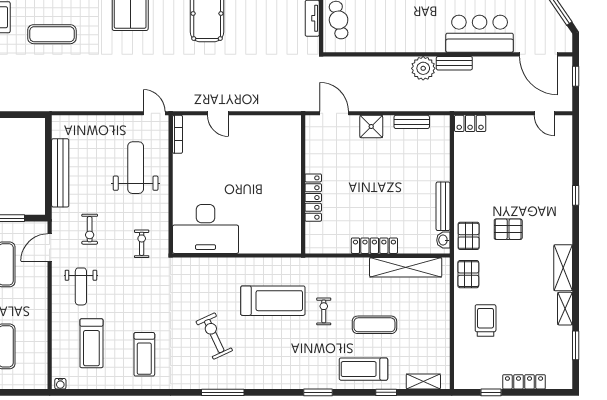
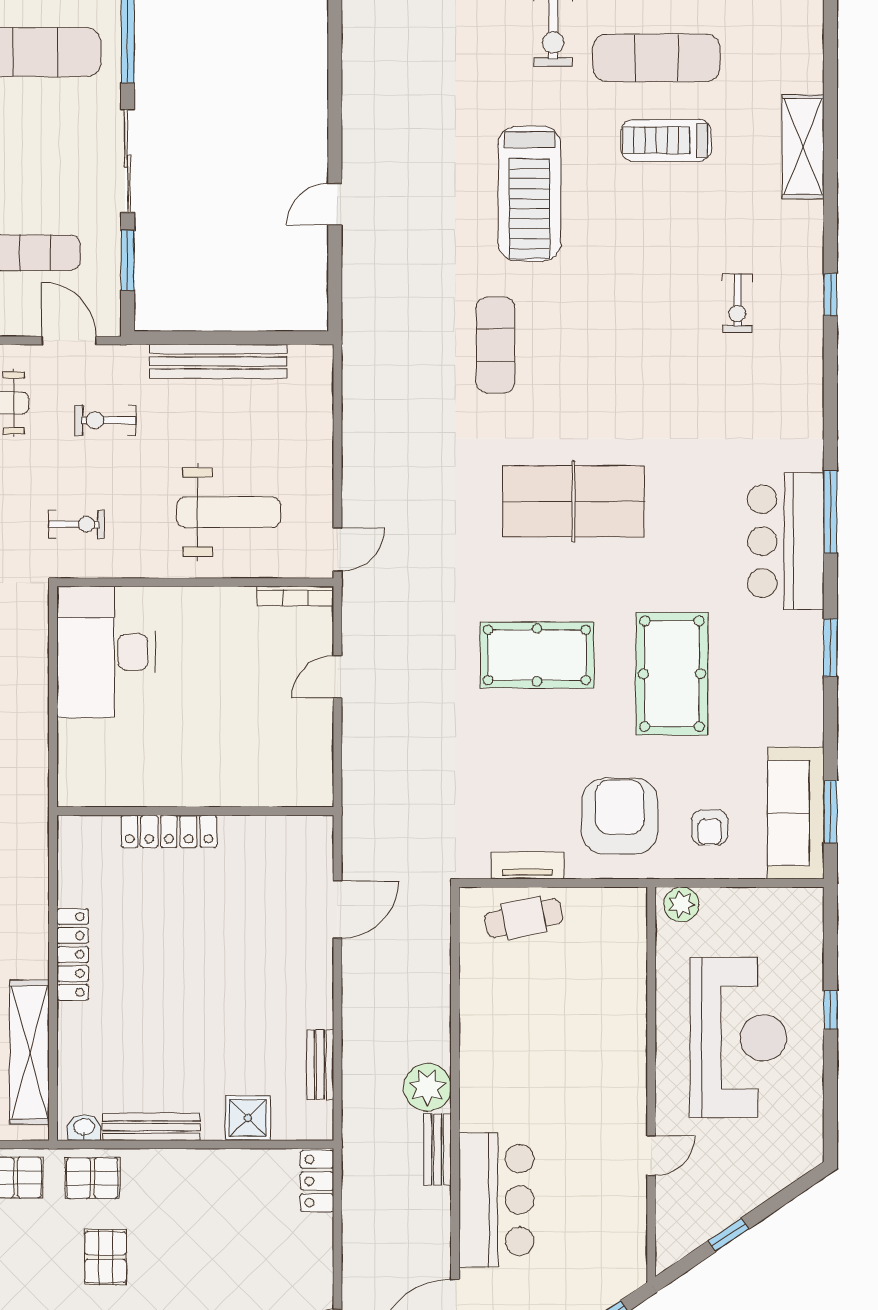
shower: (371, 127) -> (248, 1118), moved
wall: (303, 184) -> (195, 811), moved
locker: (313, 198) -> (169, 831), moved
locker: (374, 246) -> (73, 955), moved

